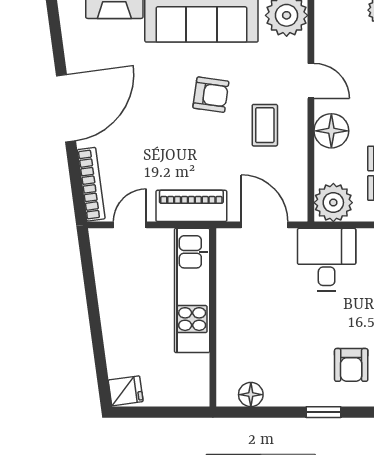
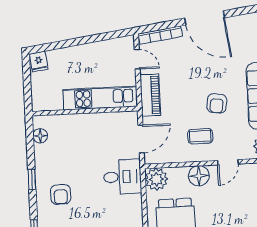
armchair: (351, 365) -> (61, 194), turned -90

